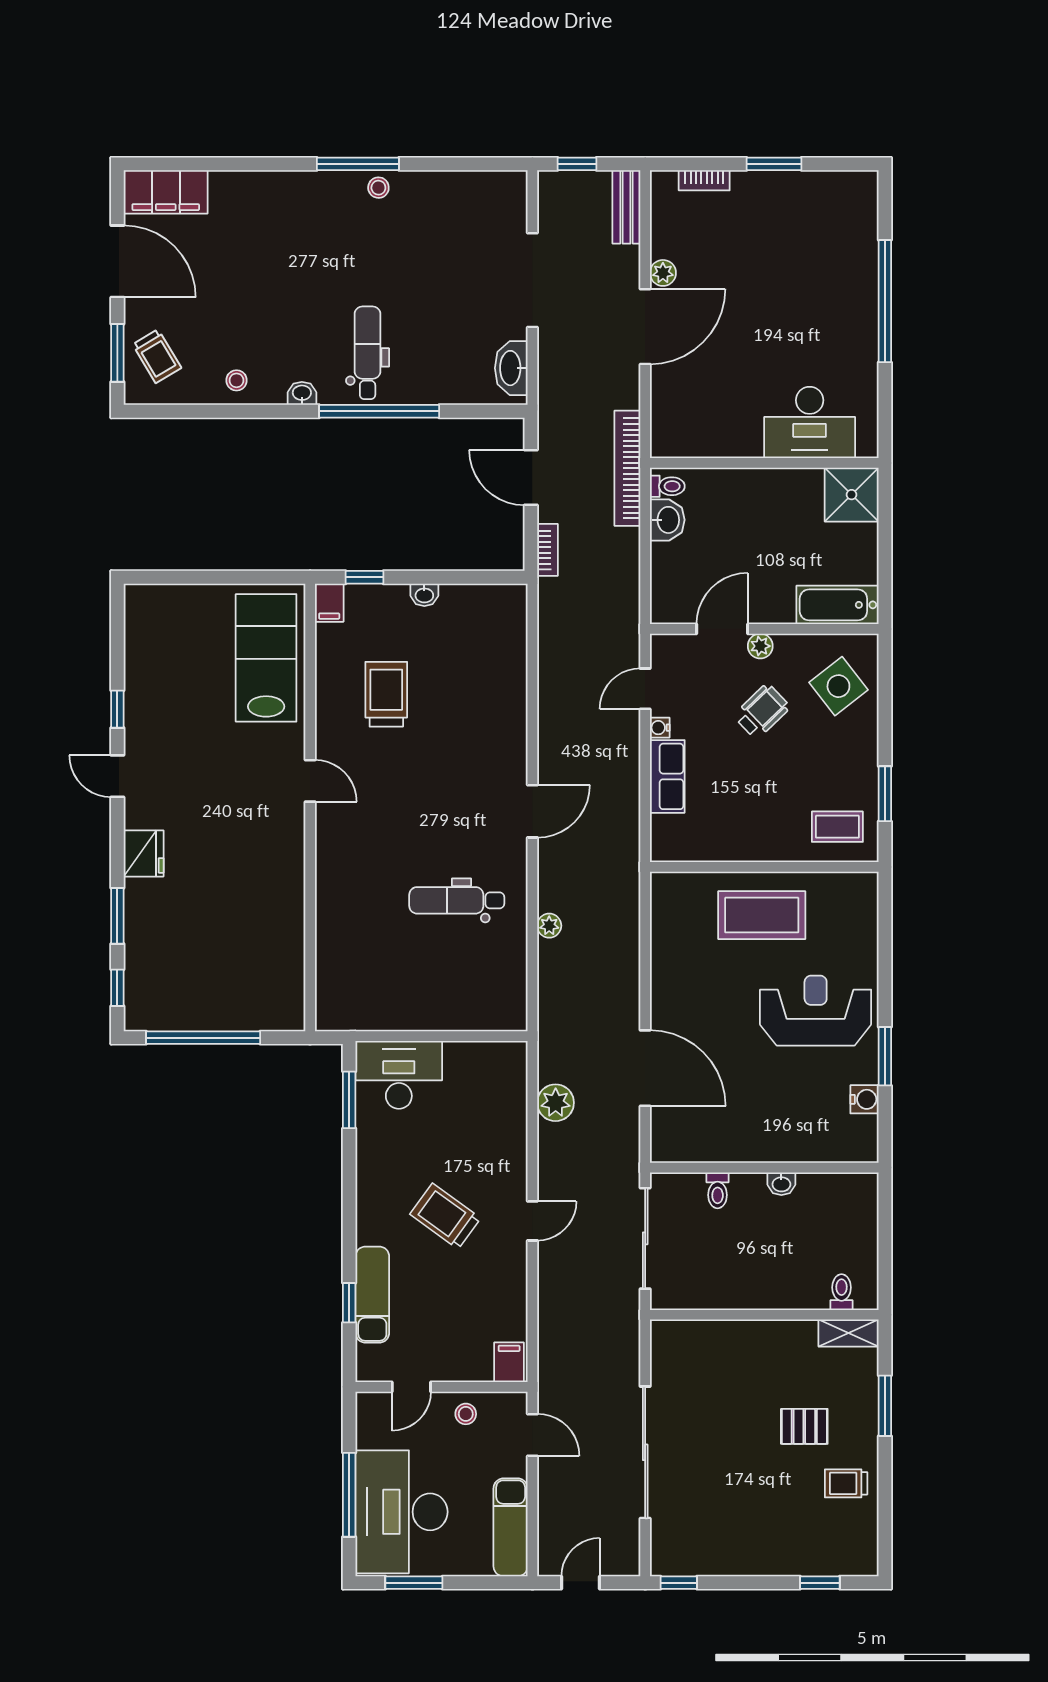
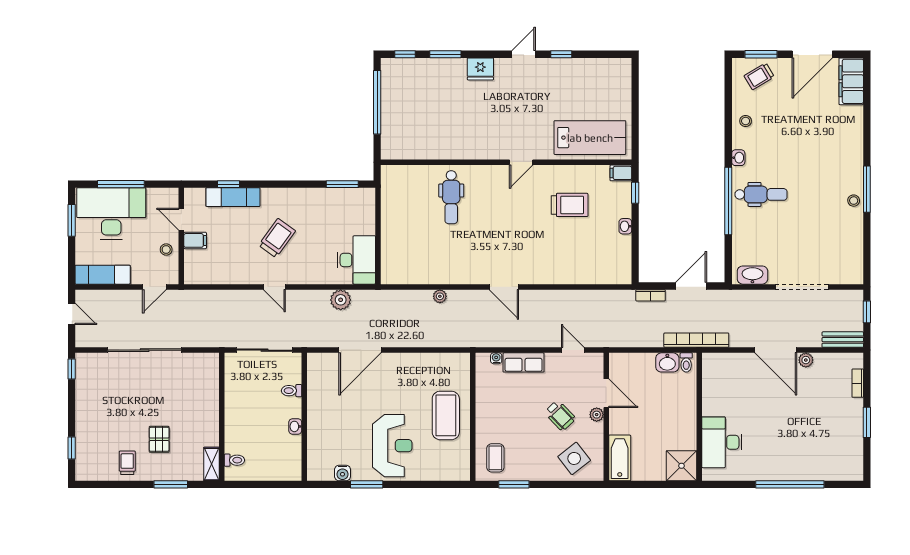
water cooler: (660, 728) -> (496, 358), moved
dental chair: (457, 900) -> (451, 197), moved, turned 180
desk: (399, 1075) -> (356, 260), moved
filing cabinet: (509, 1362) -> (195, 240), moved

